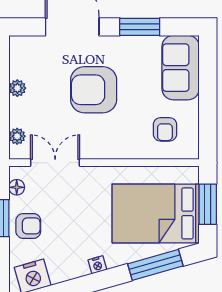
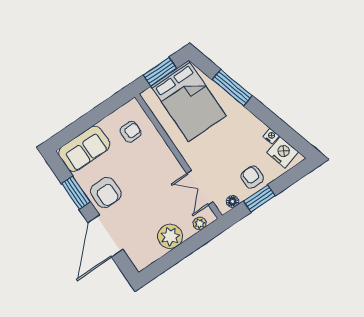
plant: (17, 88) -> (170, 236), width x1.87, depth x1.87
armchair: (94, 90) -> (106, 192), moved, width x0.73, depth x0.73
nightstand: (97, 265) -> (271, 136), moved
window: (155, 265) -> (232, 88), moved

